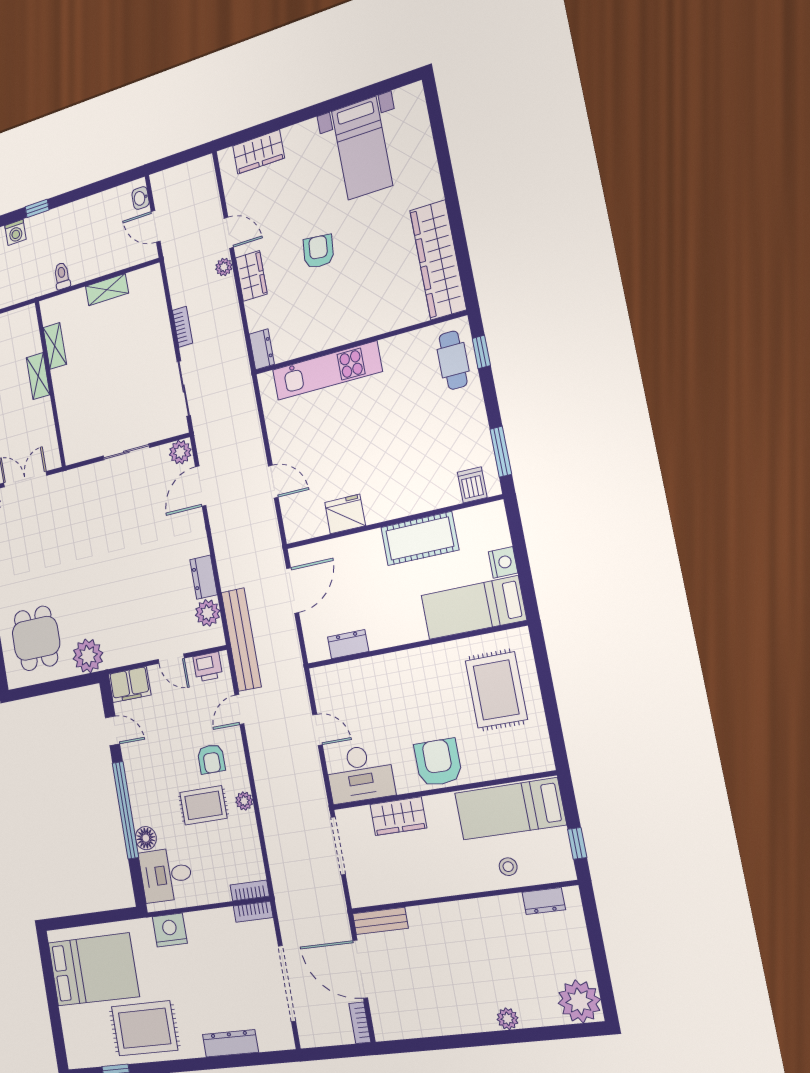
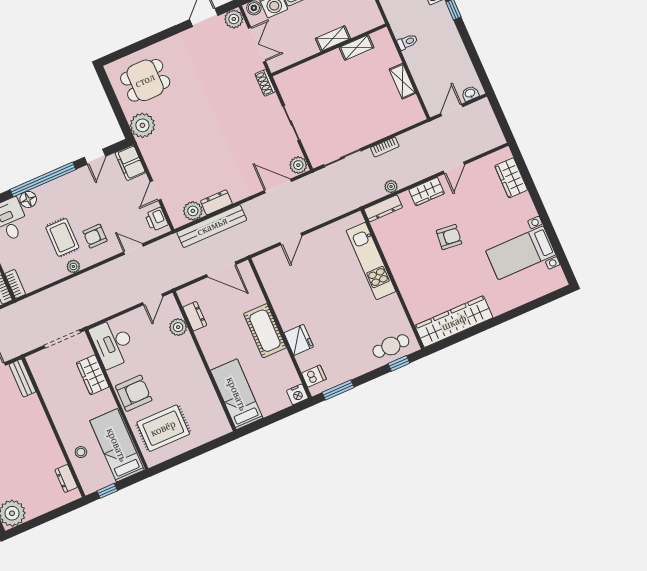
plant: (224, 267) -> (391, 186), moved
dresser: (262, 349) -> (383, 208), width x1.44
shoe rack: (71, 477) -> (265, 83), added
fridge: (345, 514) -> (299, 340), moved
cot: (420, 539) -> (265, 331), moved
nightstand: (503, 562) -> (297, 394), moved
bench: (241, 639) -> (212, 226), moved
plant: (358, 672) -> (178, 327), added
rug: (496, 690) -> (163, 428), moved
door: (318, 730) -> (153, 299), moved

